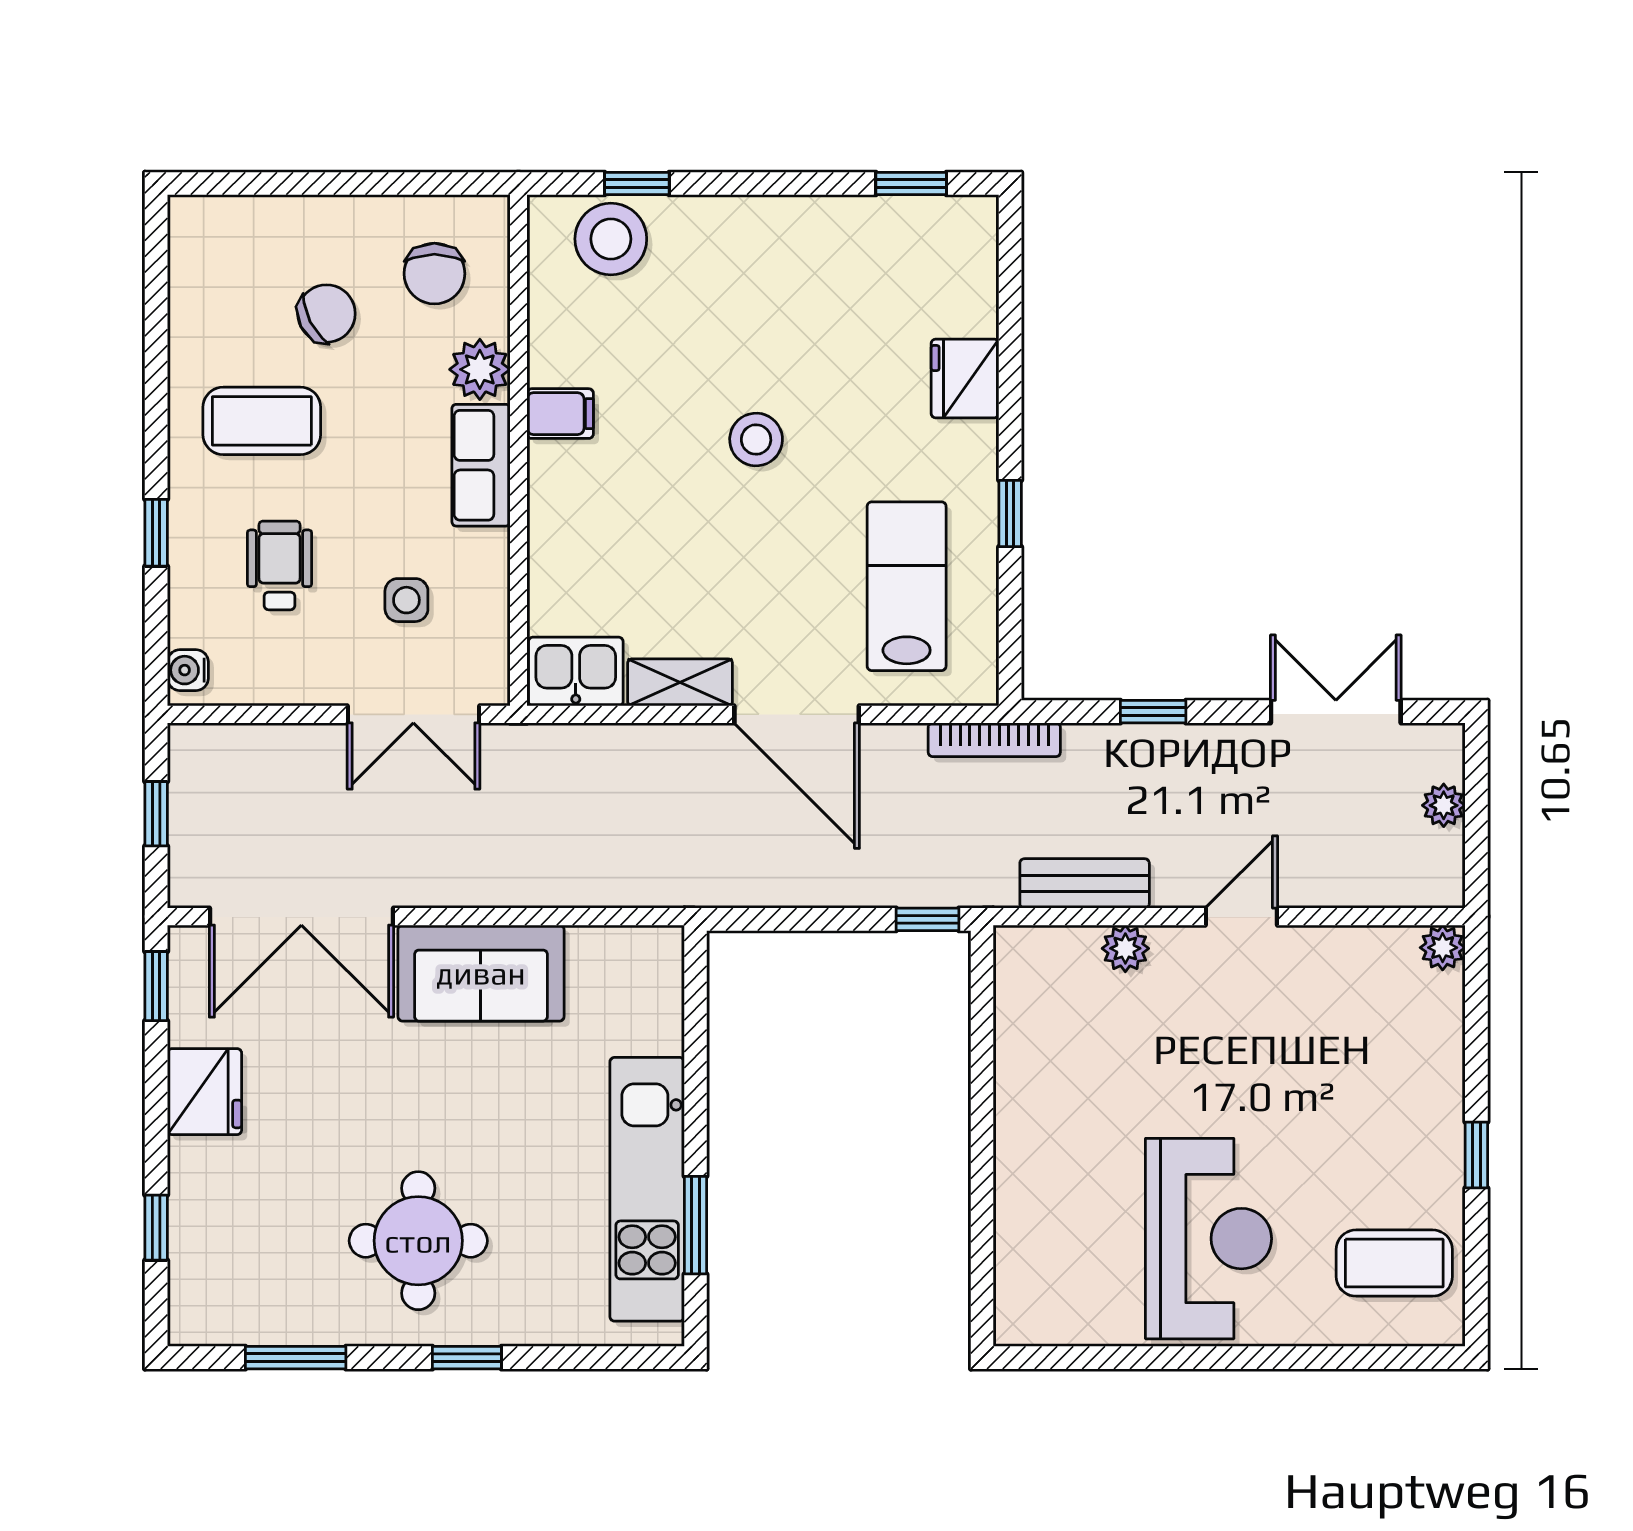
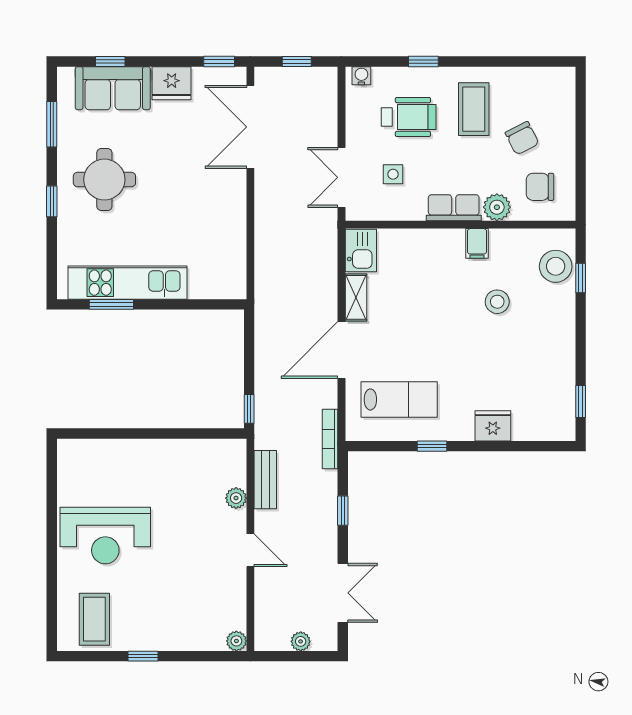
stool: (756, 439) -> (497, 302), moved
wheelchair: (279, 565) -> (409, 117), width x1.36, depth x1.37
sofa: (481, 973) -> (113, 88), moved, turned -90

